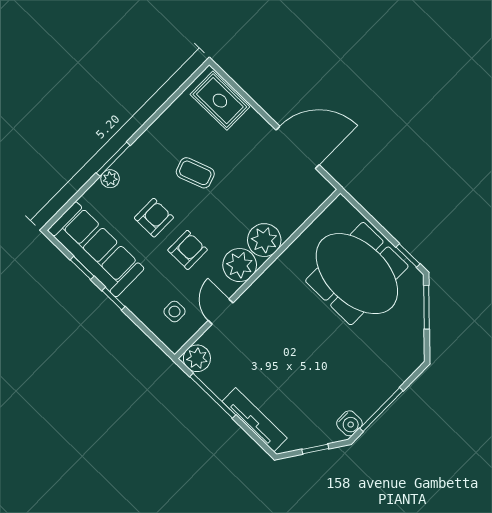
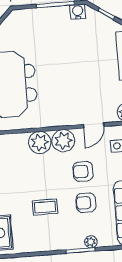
coffee table: (195, 173) -> (45, 207), turned -70

